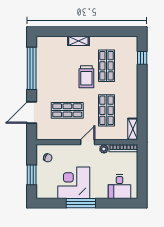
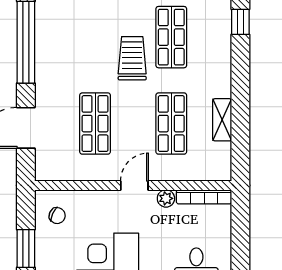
trolley: (86, 77) -> (132, 58), turned 180
shop shelf: (67, 110) -> (95, 124), turned 90
shelving: (133, 129) -> (222, 120), moved

